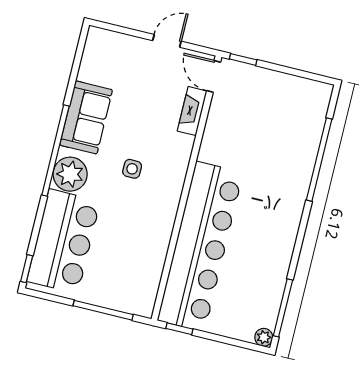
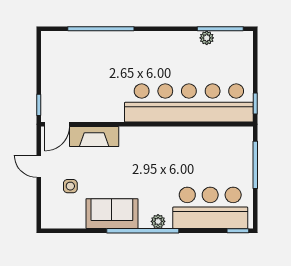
fireplace: (192, 111) -> (94, 137), width x1.37, depth x1.32
side table: (132, 169) -> (70, 186), moved
plant: (70, 174) -> (158, 221), width x0.53, depth x0.53
plant: (264, 337) -> (207, 38), moved

